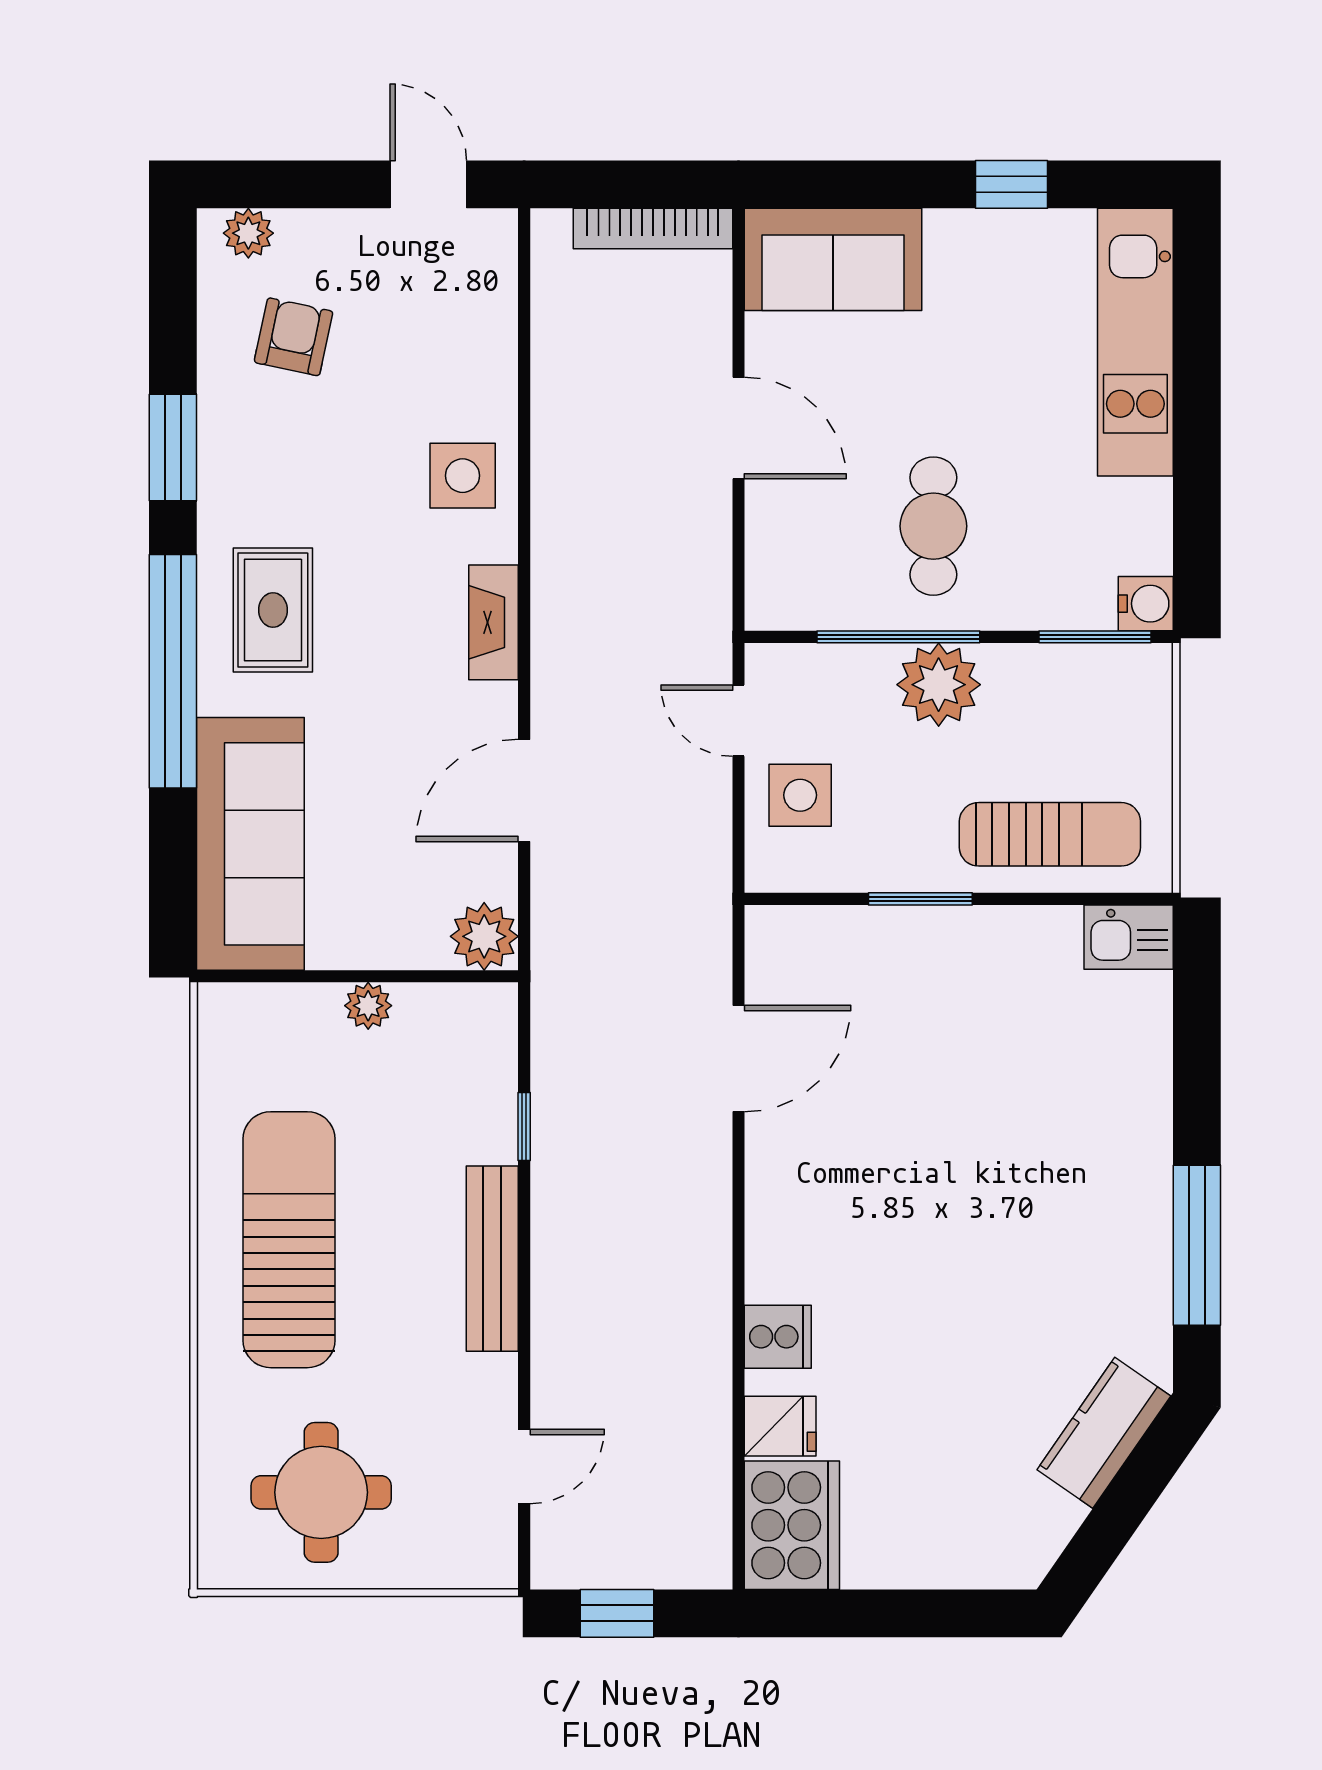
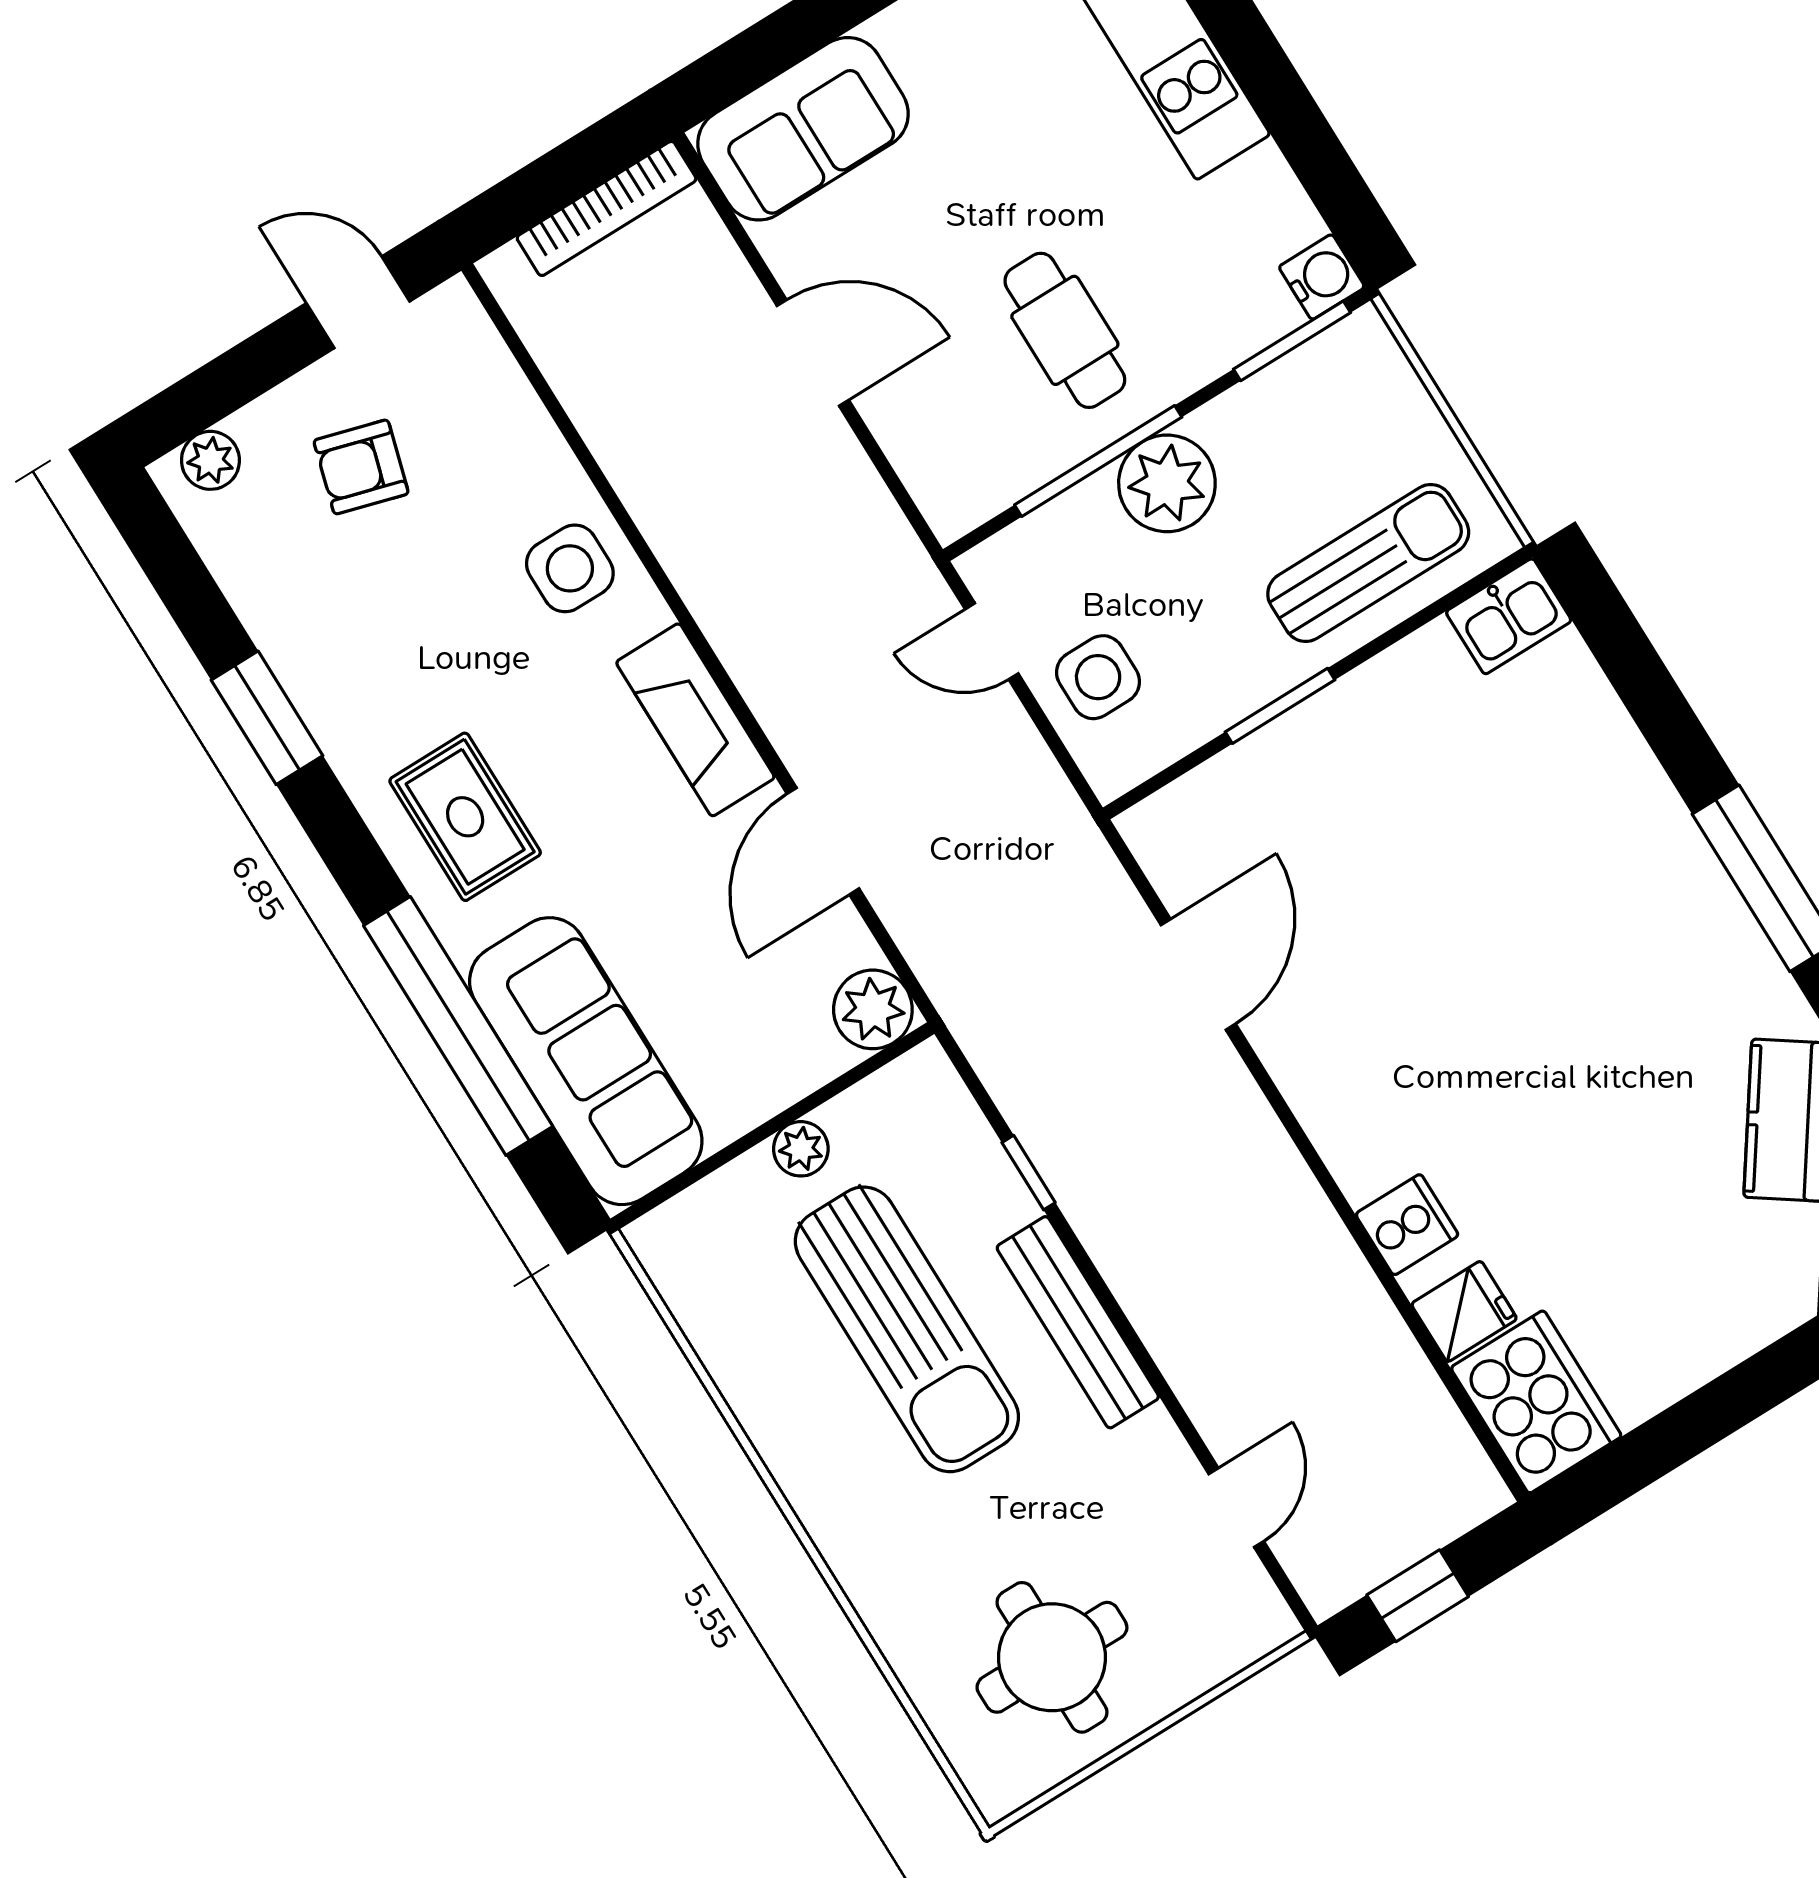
armchair: (294, 337) -> (361, 467), moved, turned -86
fireplace: (494, 622) -> (695, 720), width x1.37, depth x1.32
window: (173, 671) -> (458, 1026), moved
sun lounger: (289, 1240) -> (907, 1329), moved, turned 180

